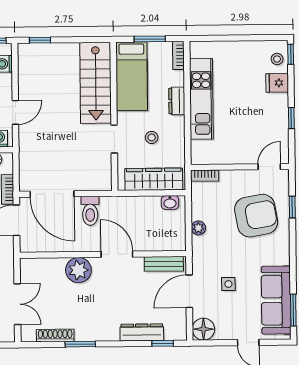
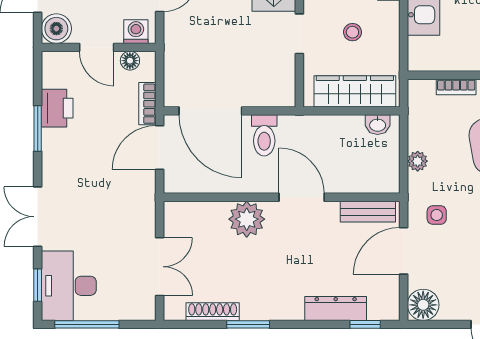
bookcase: (205, 176) -> (456, 87), moved
side table: (228, 284) -> (437, 215), moved

